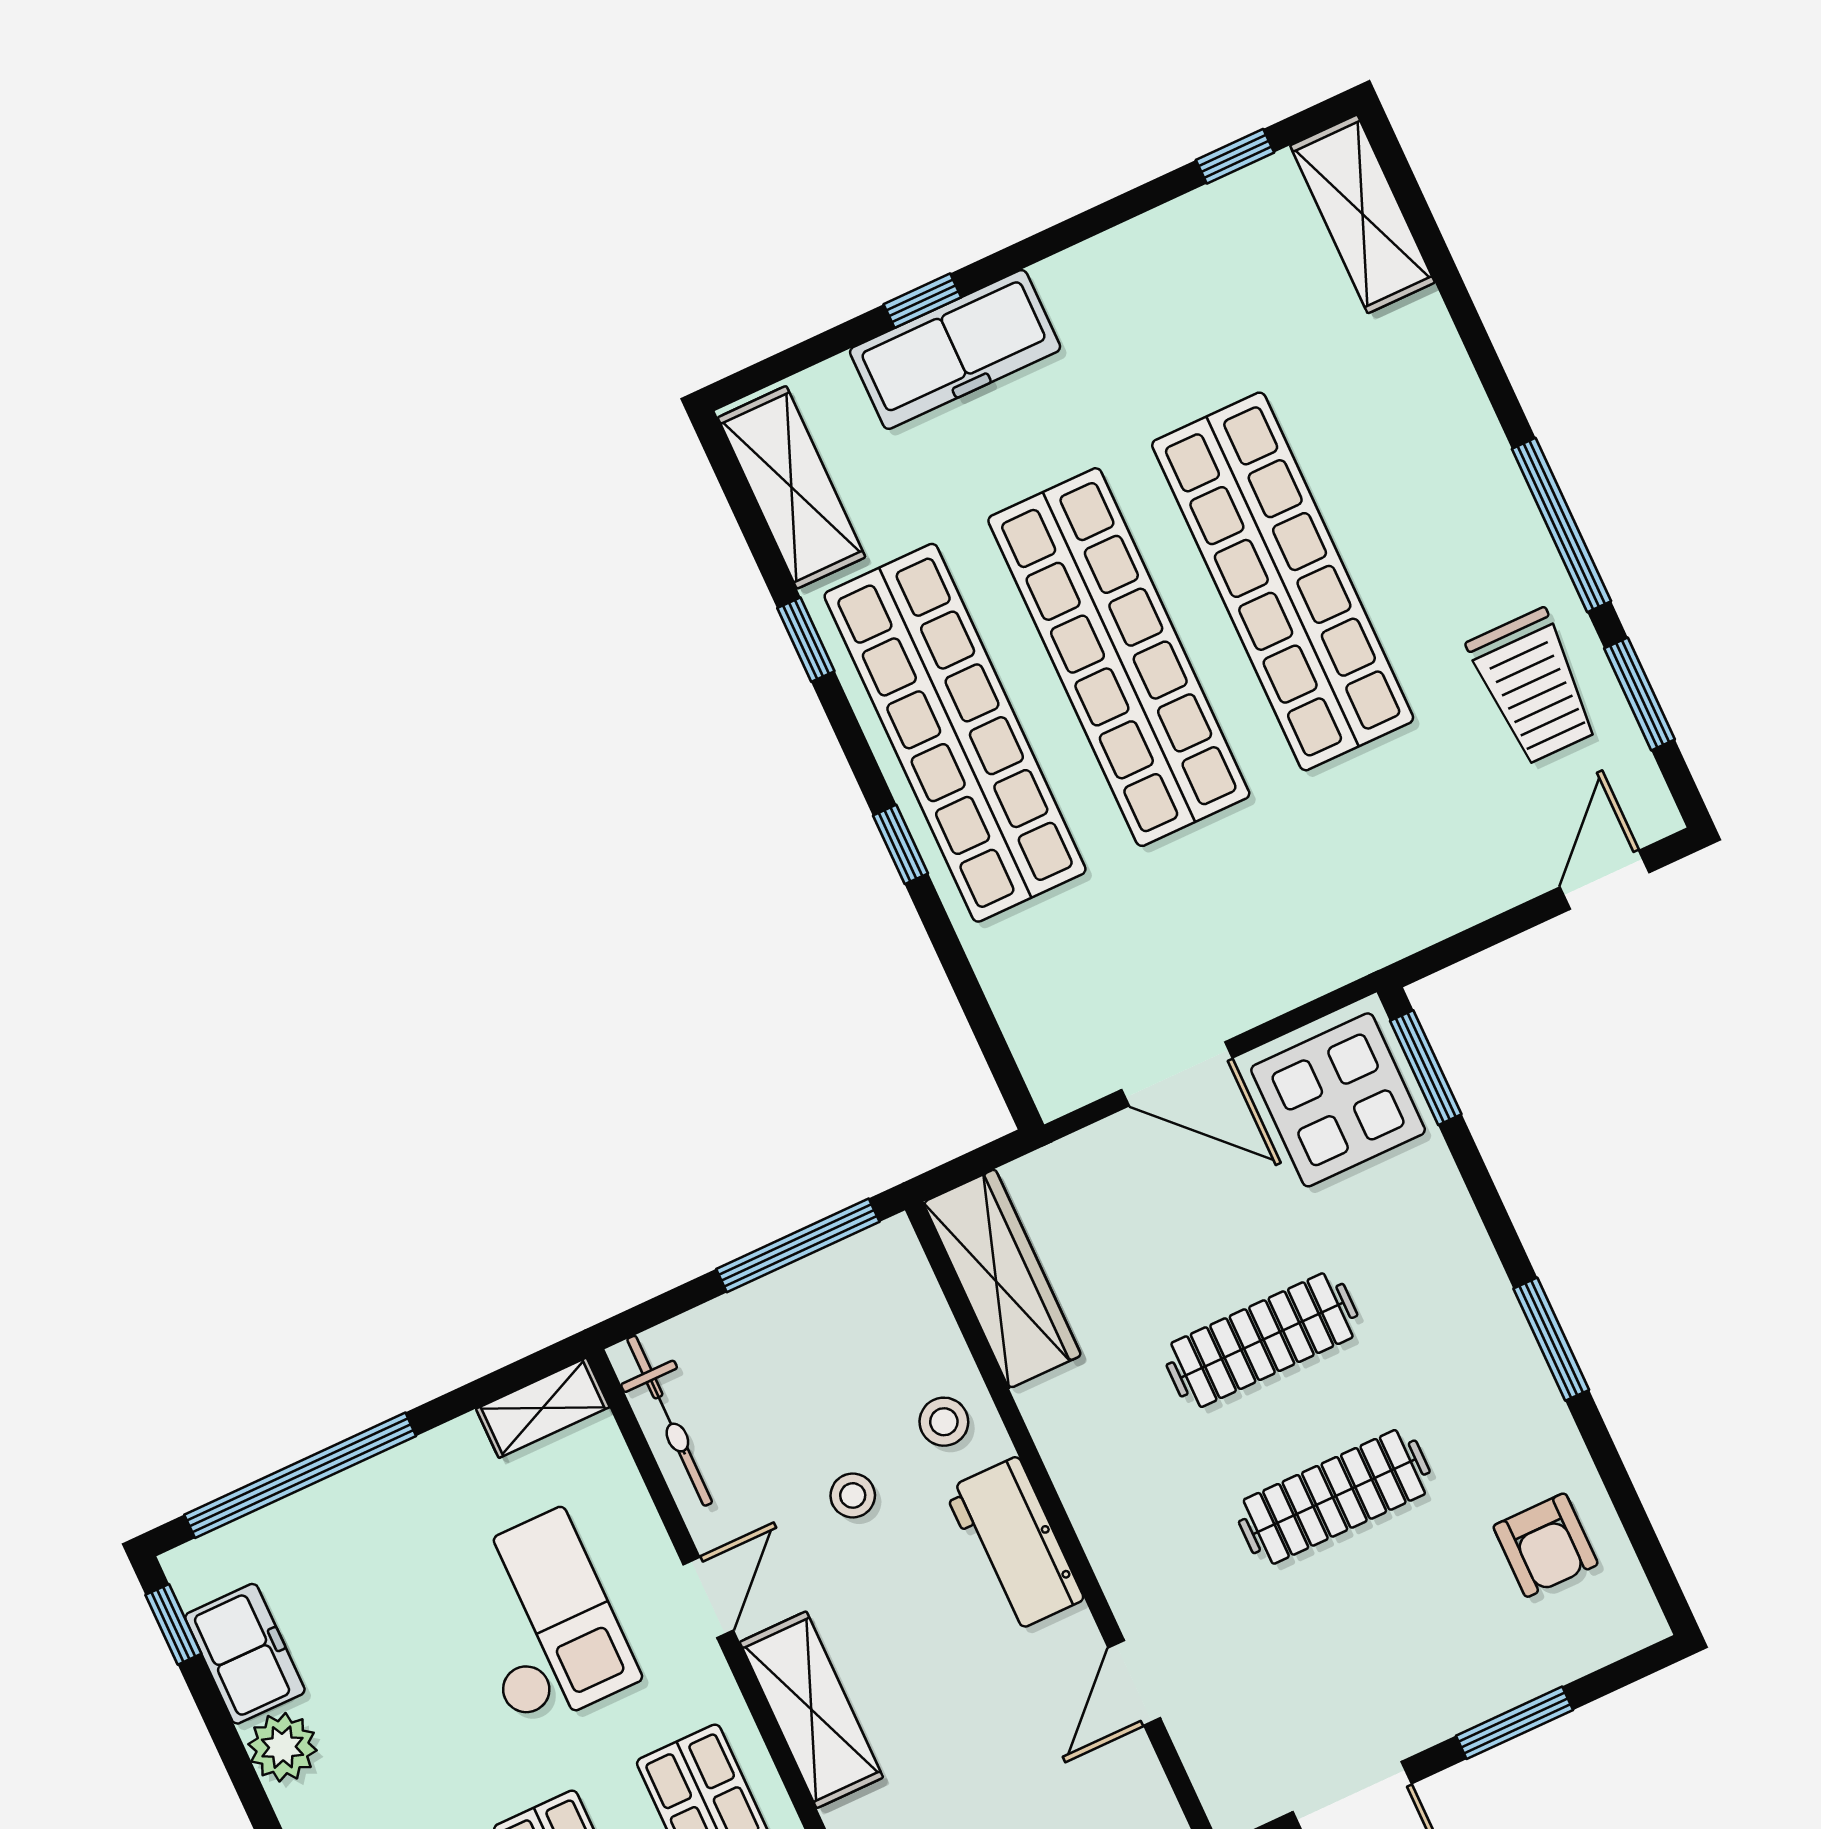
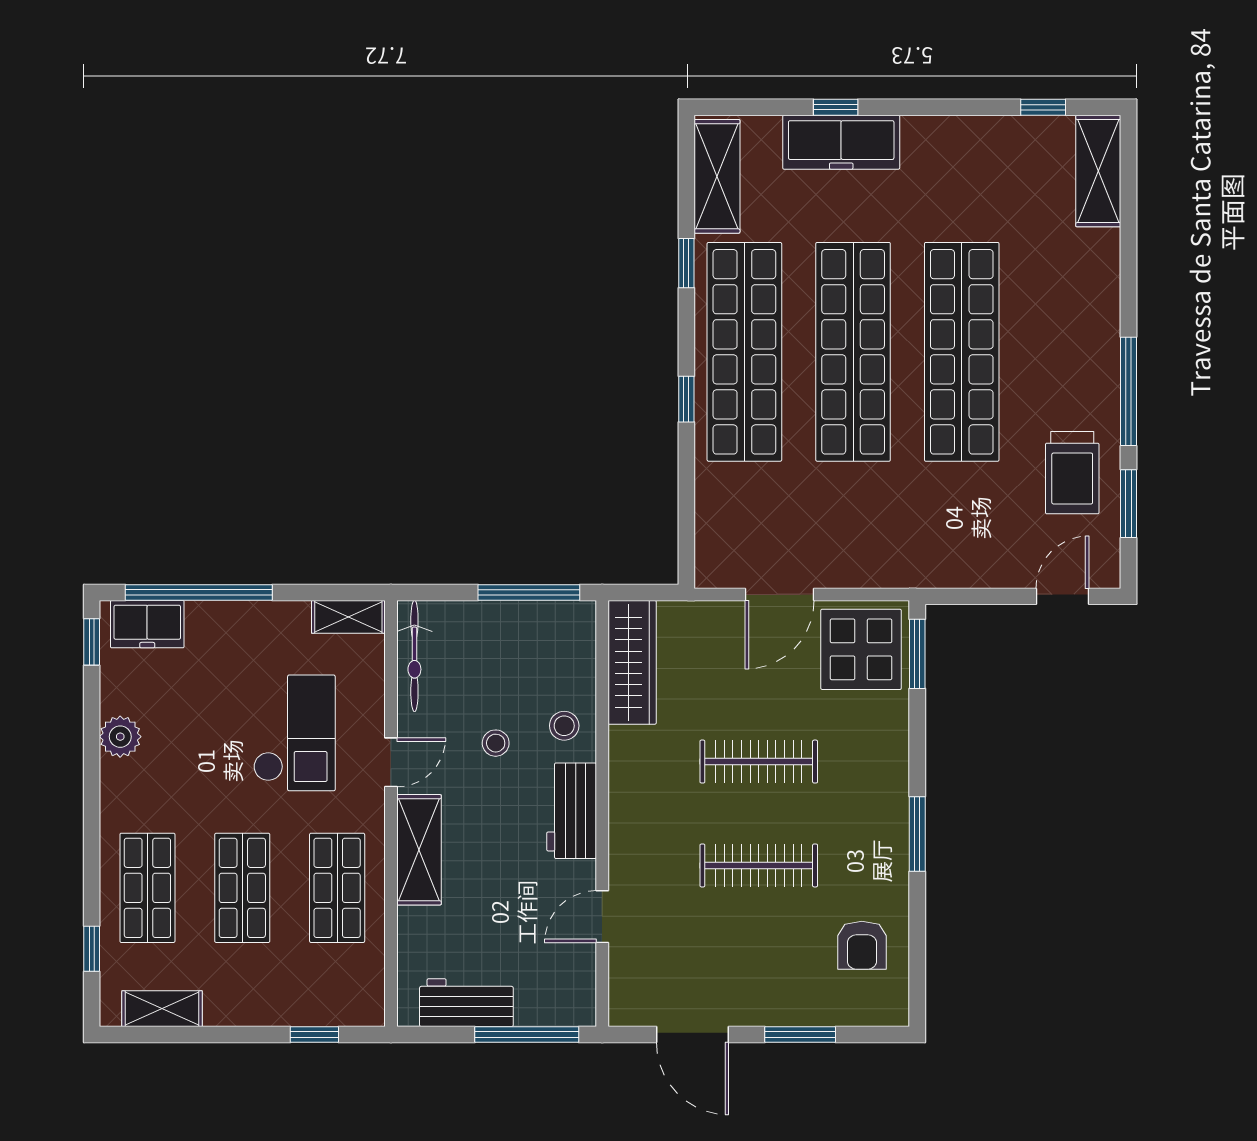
door: (1177, 1074) -> (780, 594), hinge flipped
freezer: (245, 1654) -> (147, 624), moved, turned 90

